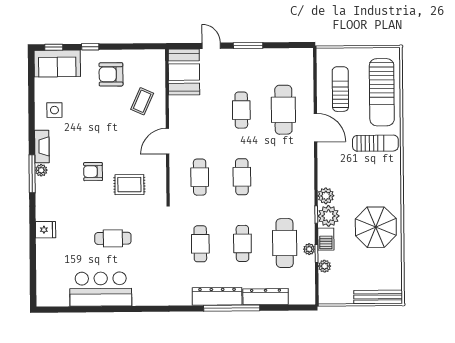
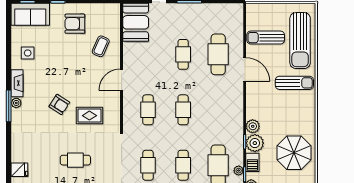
sun lounger: (340, 89) -> (266, 38), turned -90
armchair: (93, 172) -> (59, 104), turned -147
fridge: (46, 230) -> (19, 170), moved

